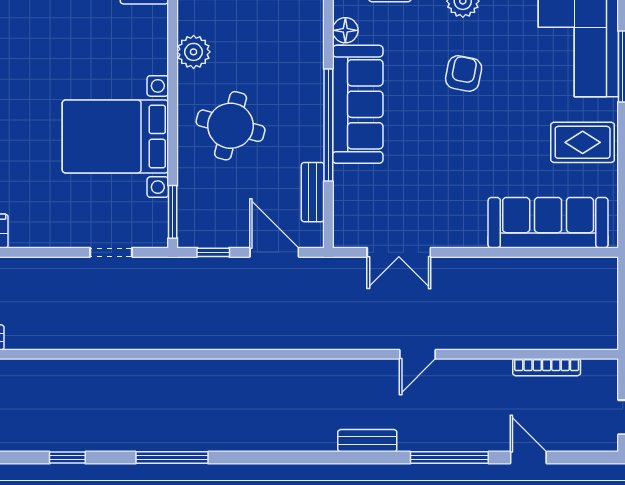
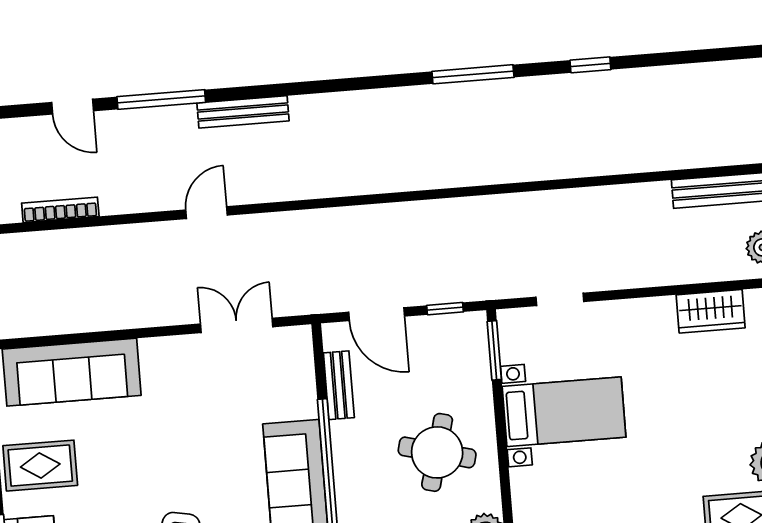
bed with nightstands: (115, 136) -> (564, 412), width x0.73
bench: (367, 441) -> (243, 112), width x1.36

